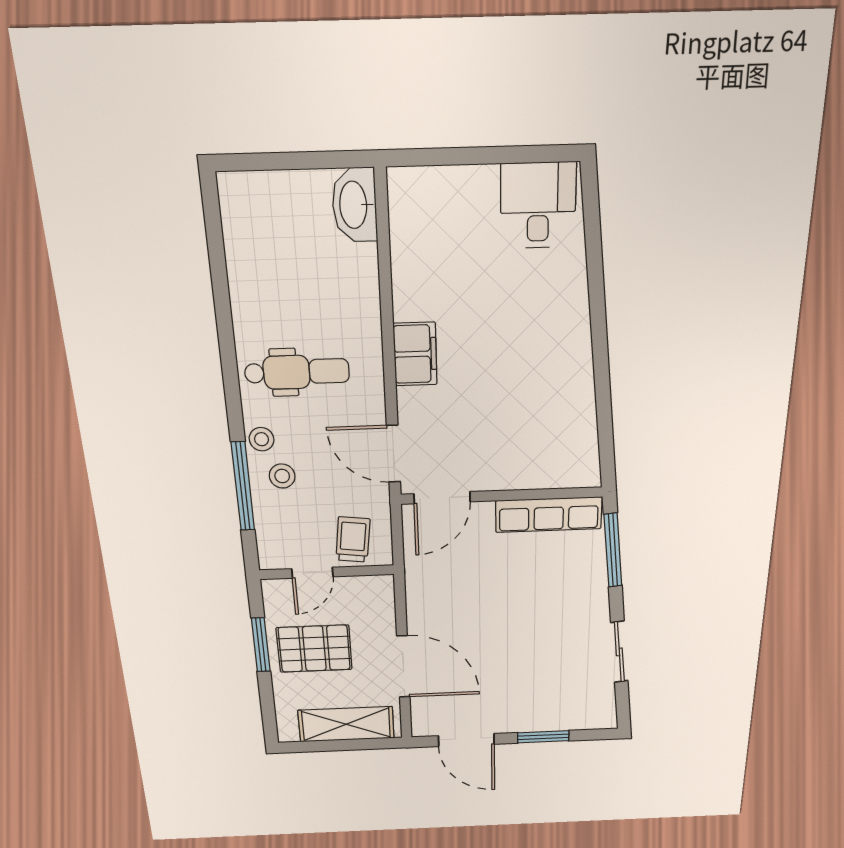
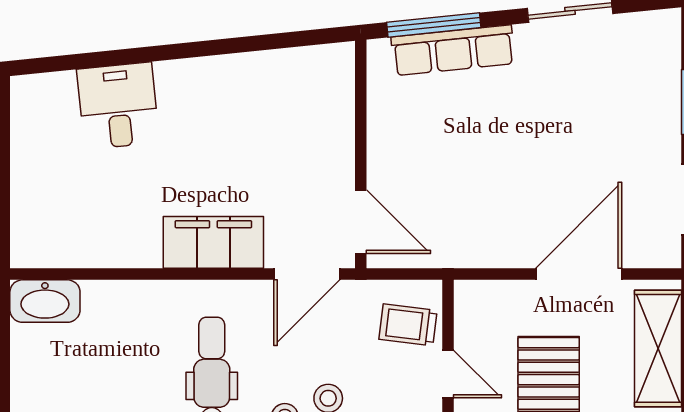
desk: (538, 206) -> (118, 106), moved, turned 84
filing cabinet: (415, 354) -> (213, 242), width x1.50, depth x1.17
row of seats: (549, 515) -> (453, 50), moved, turned 84

